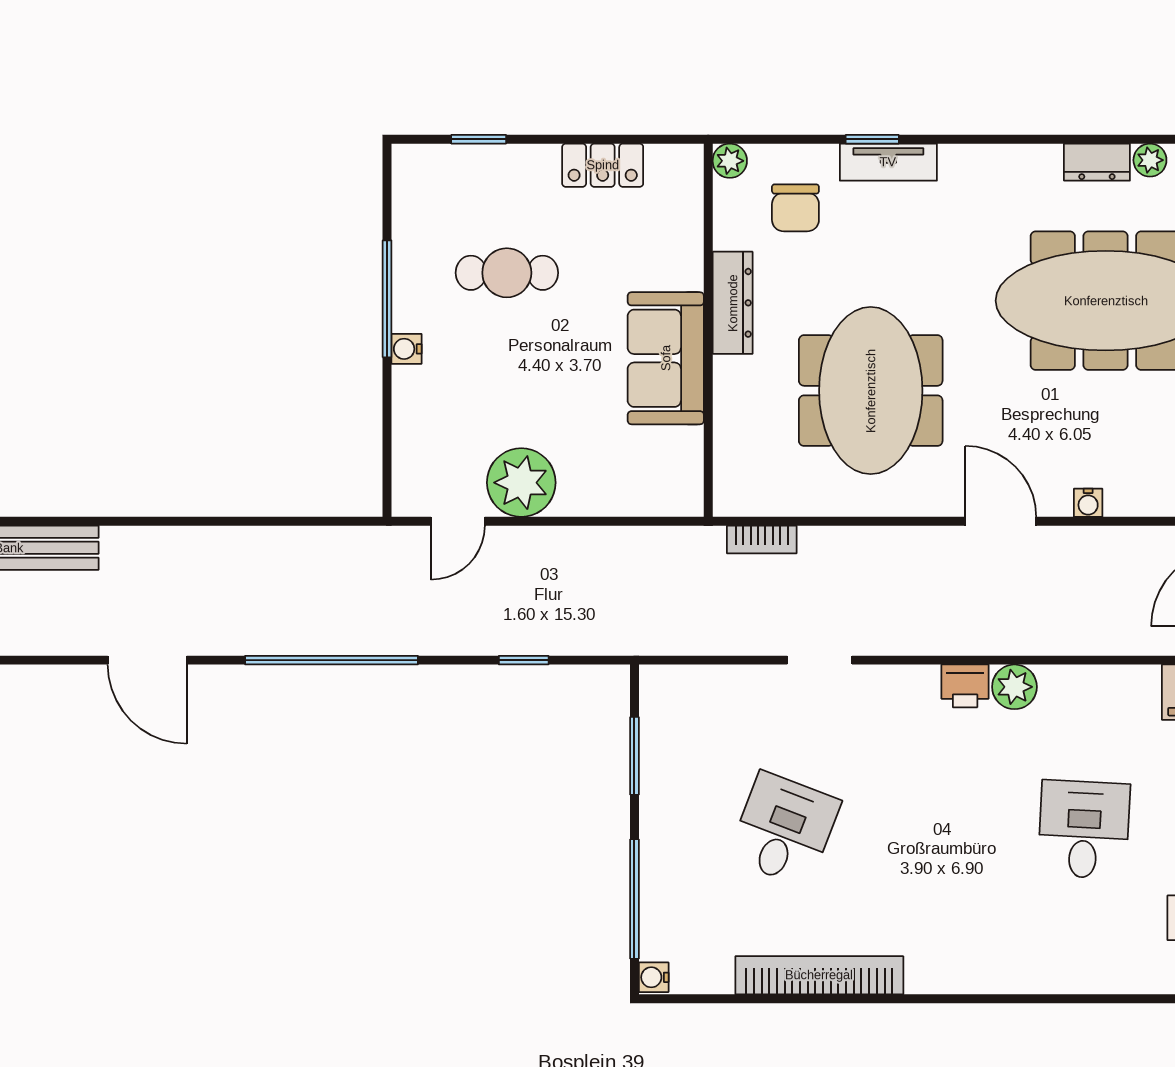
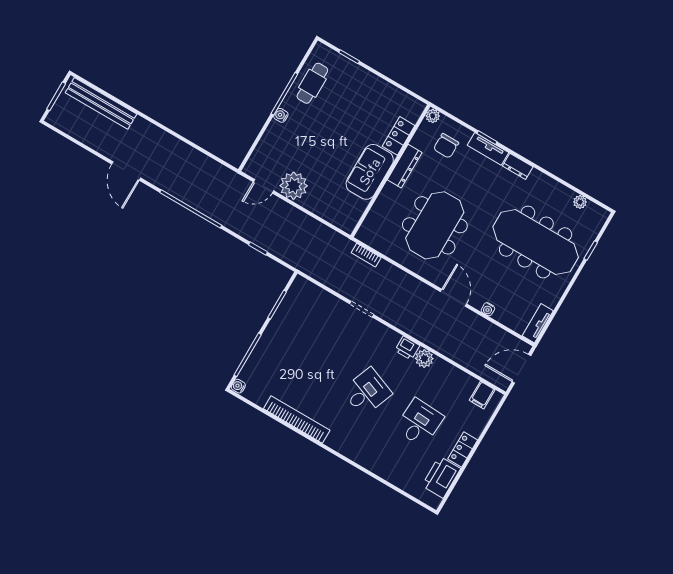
dresser: (1097, 162) -> (518, 166), moved
locker: (603, 165) -> (399, 136), moved, turned 90
cafe table: (507, 273) -> (312, 83), moved, turned 90
desk: (784, 829) -> (367, 392), moved

